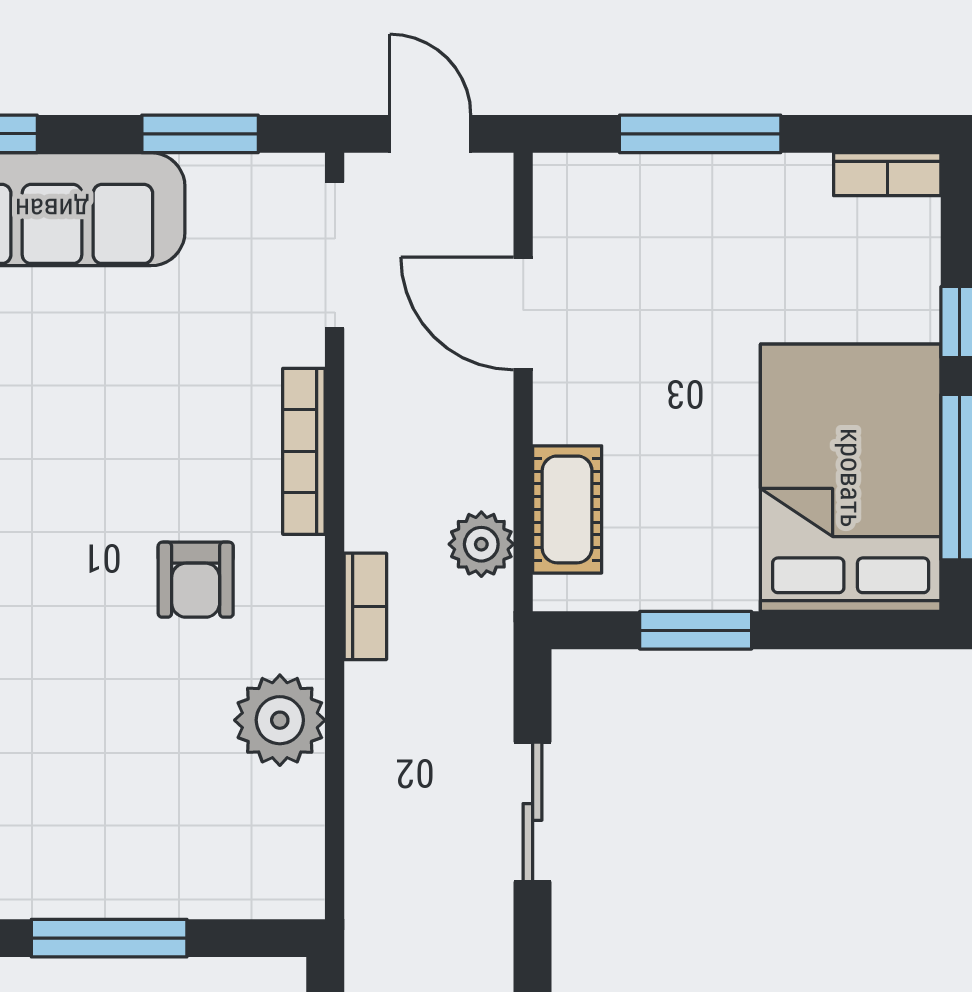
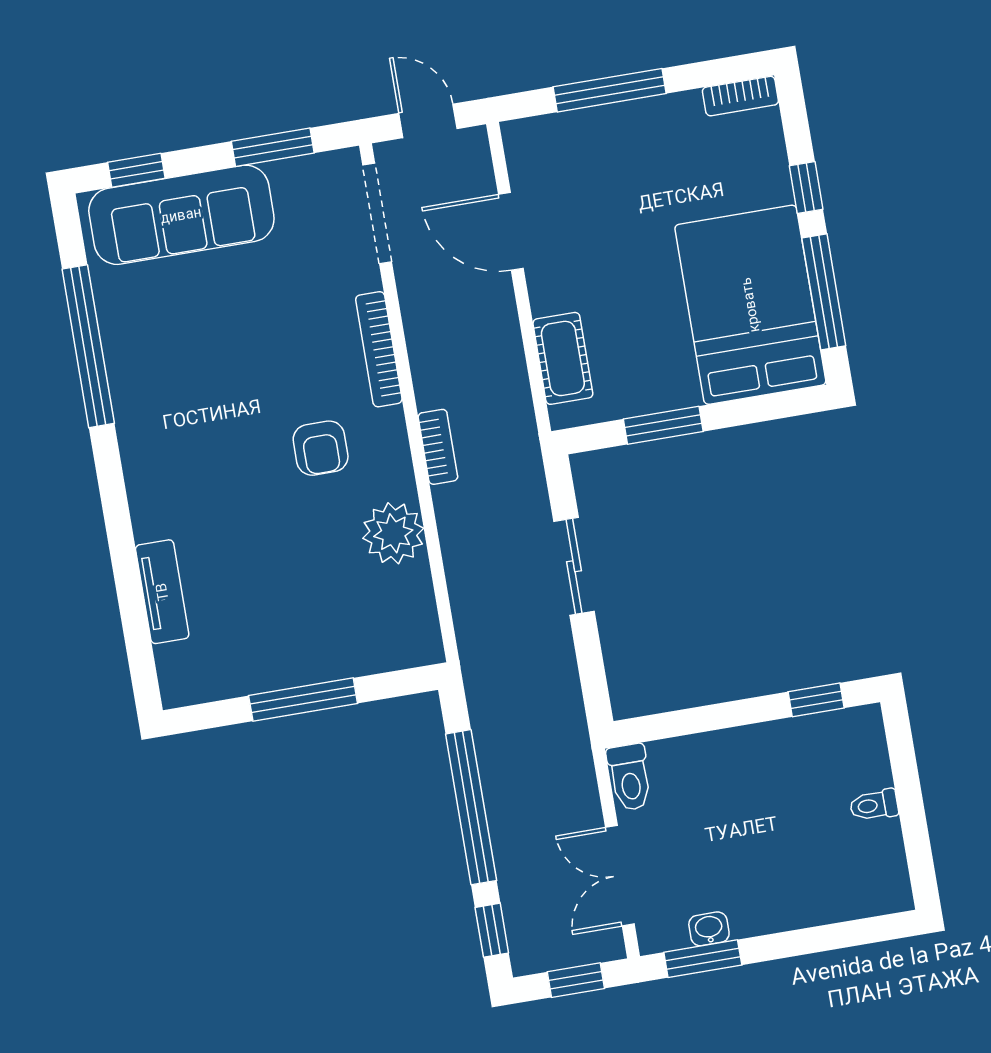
plant: (481, 544) -> (509, 392), removed

